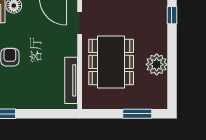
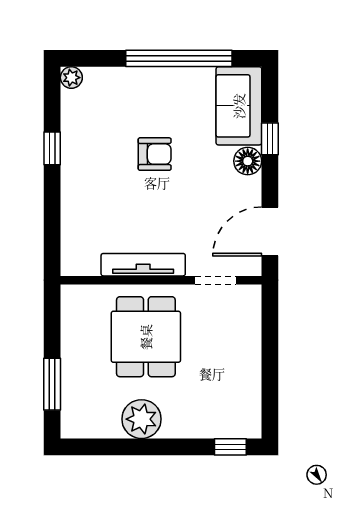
dining table: (111, 62) -> (146, 337), width x0.73
tv unit: (71, 80) -> (143, 265), moved

